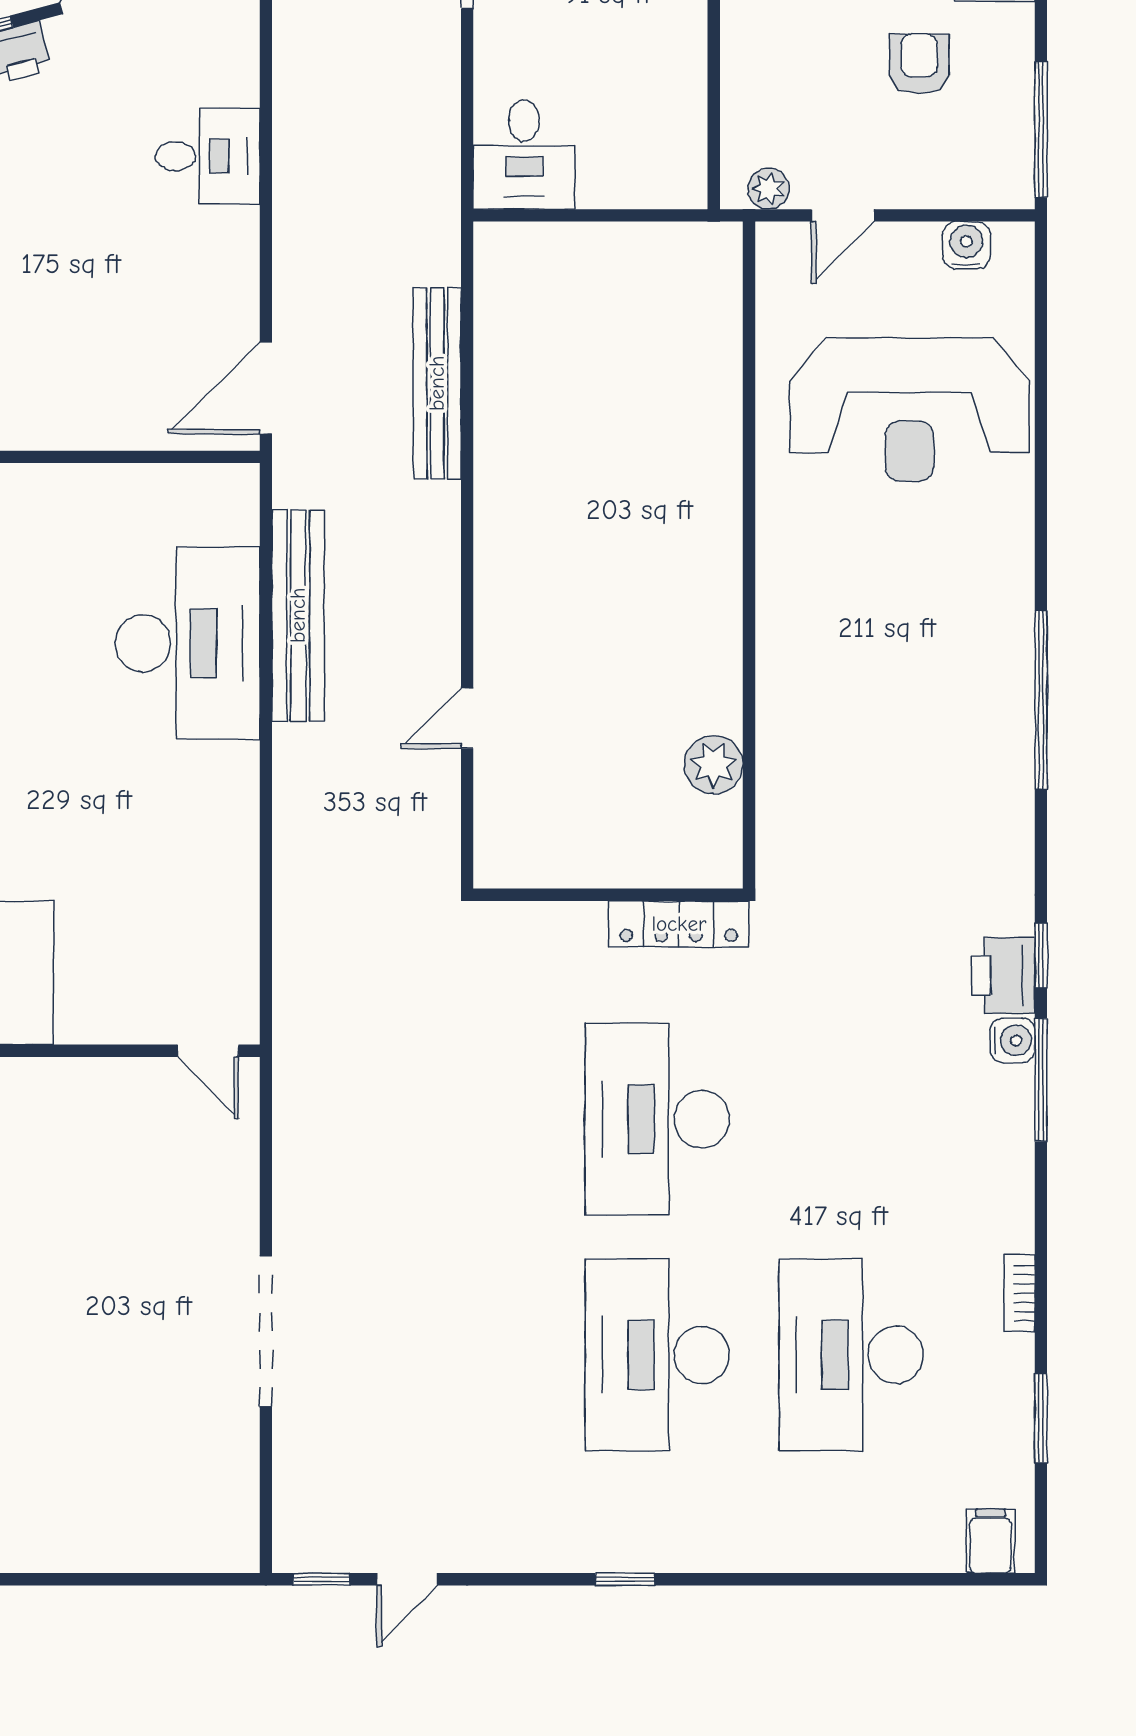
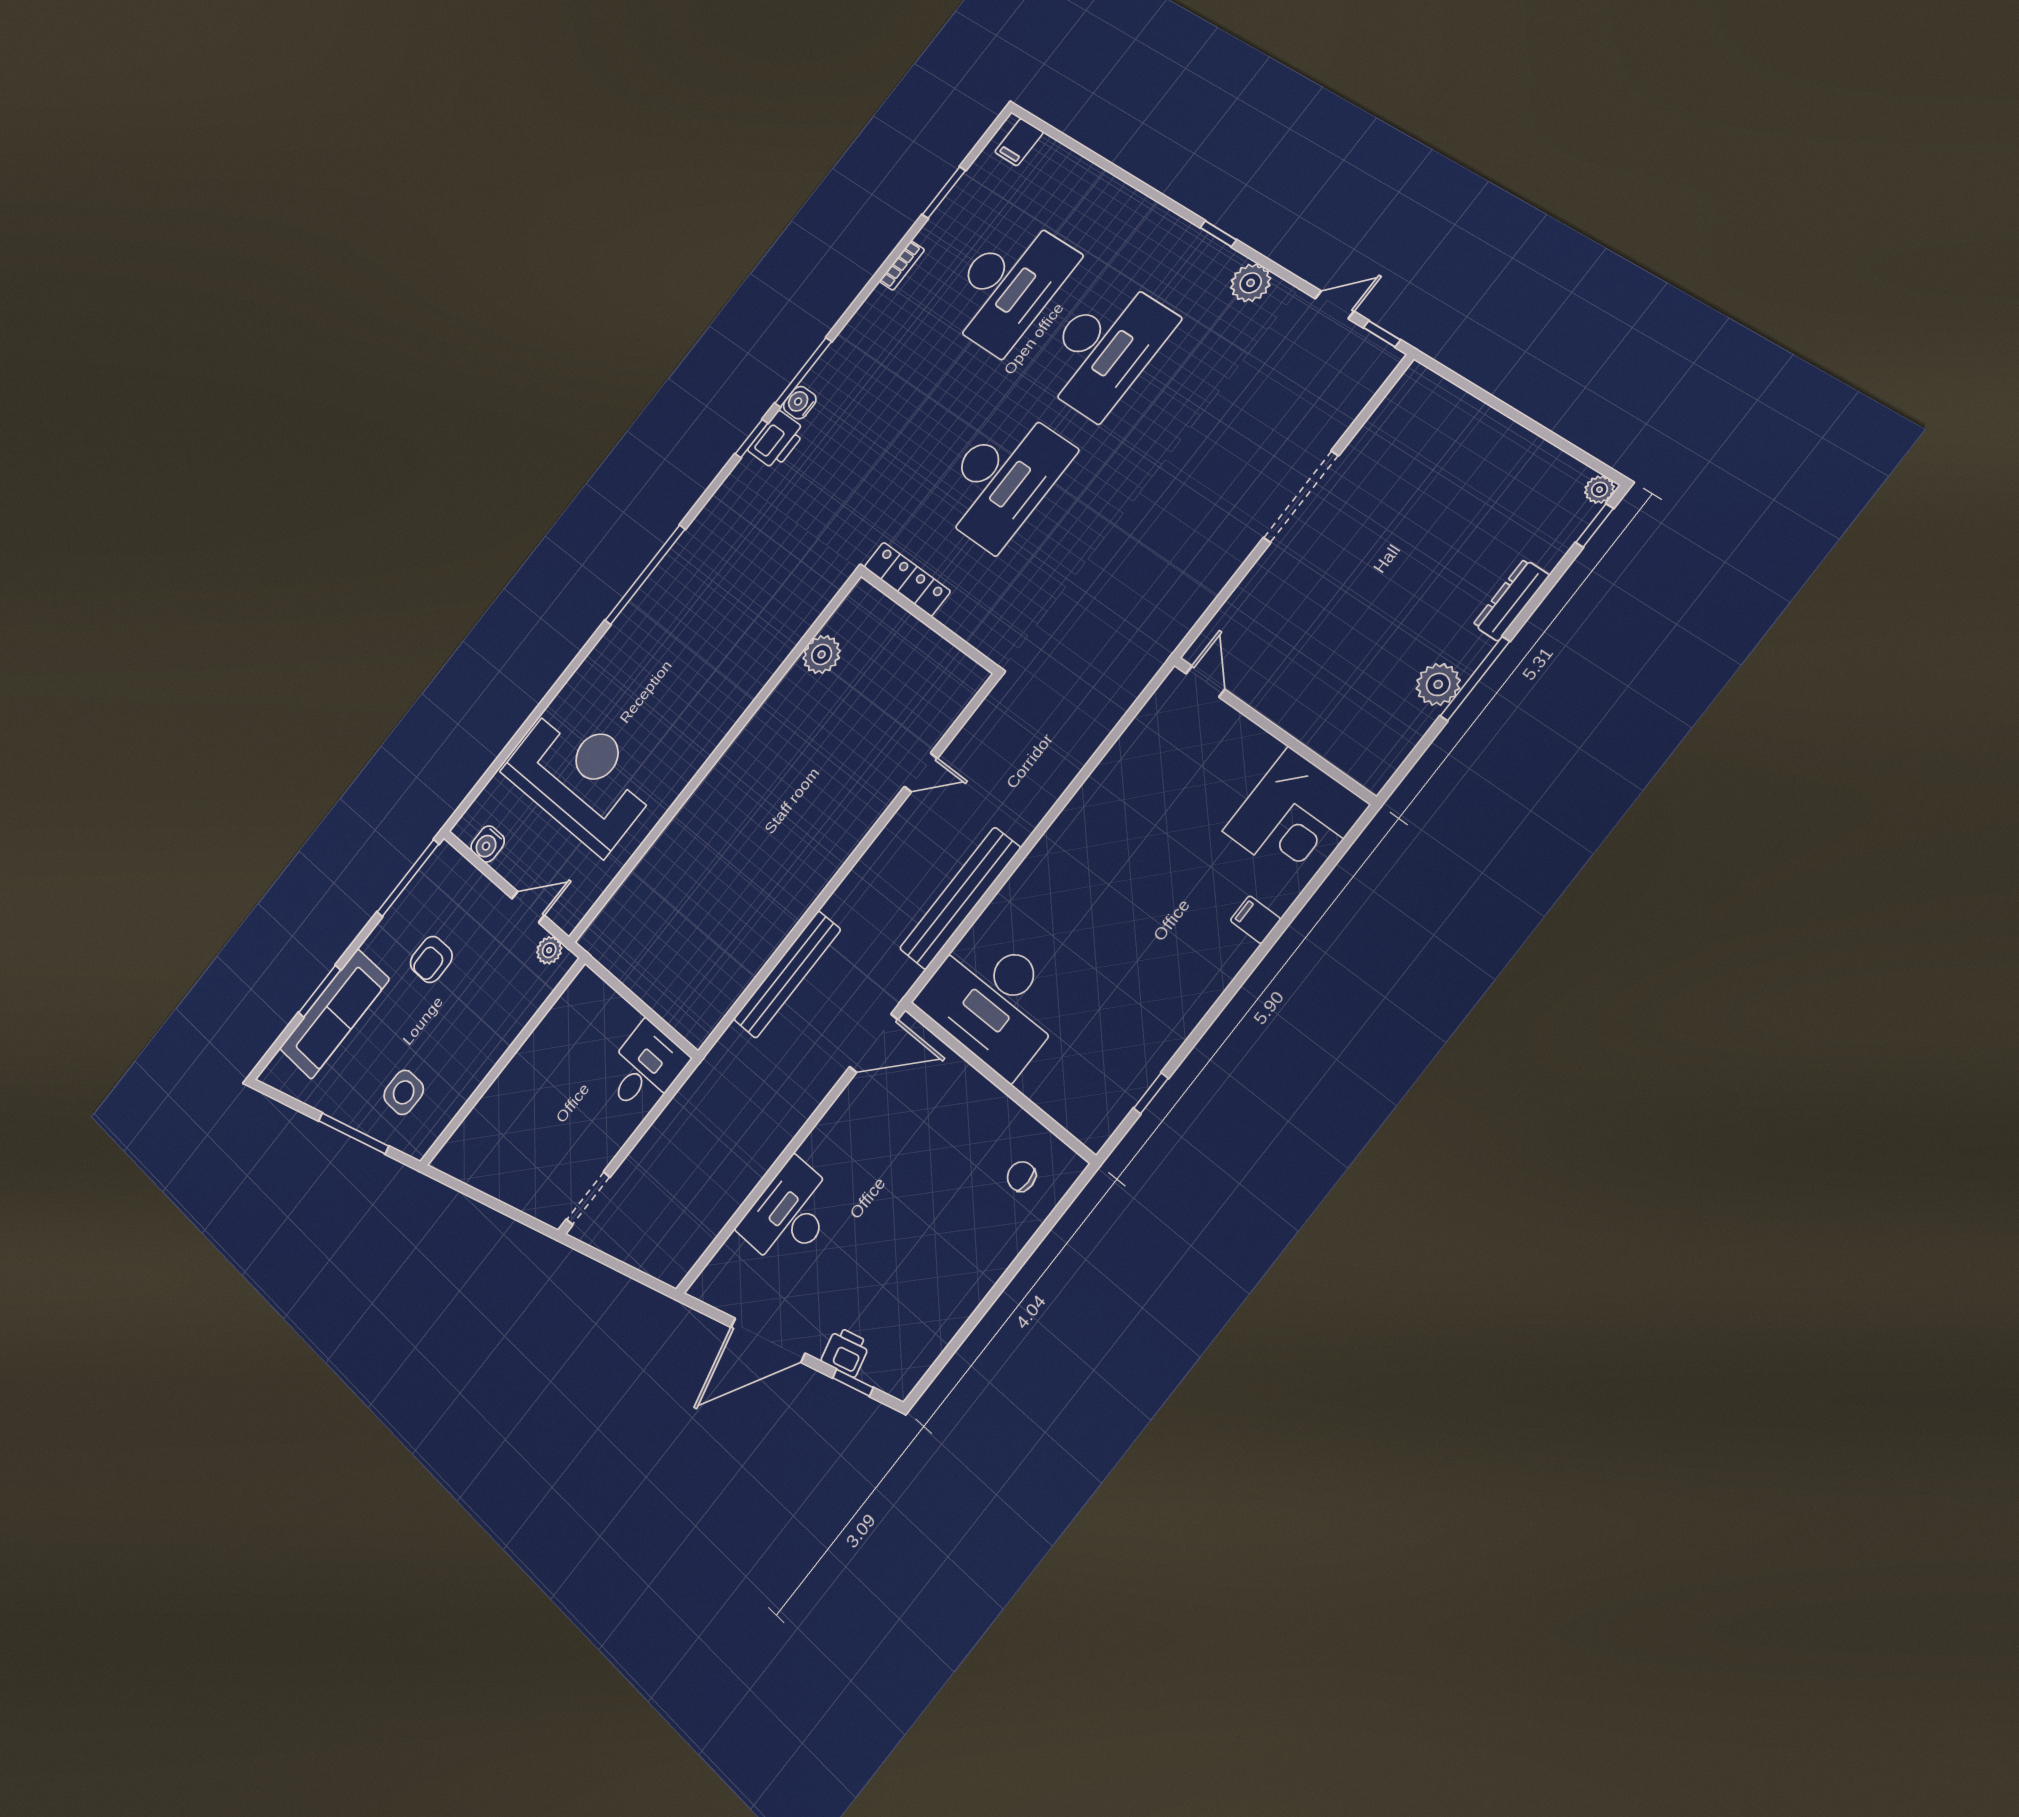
desk: (208, 156) -> (789, 1214), width x1.37
desk: (188, 643) -> (993, 1001), moved, turned -90
plant: (534, 1544) -> (1251, 283), added

